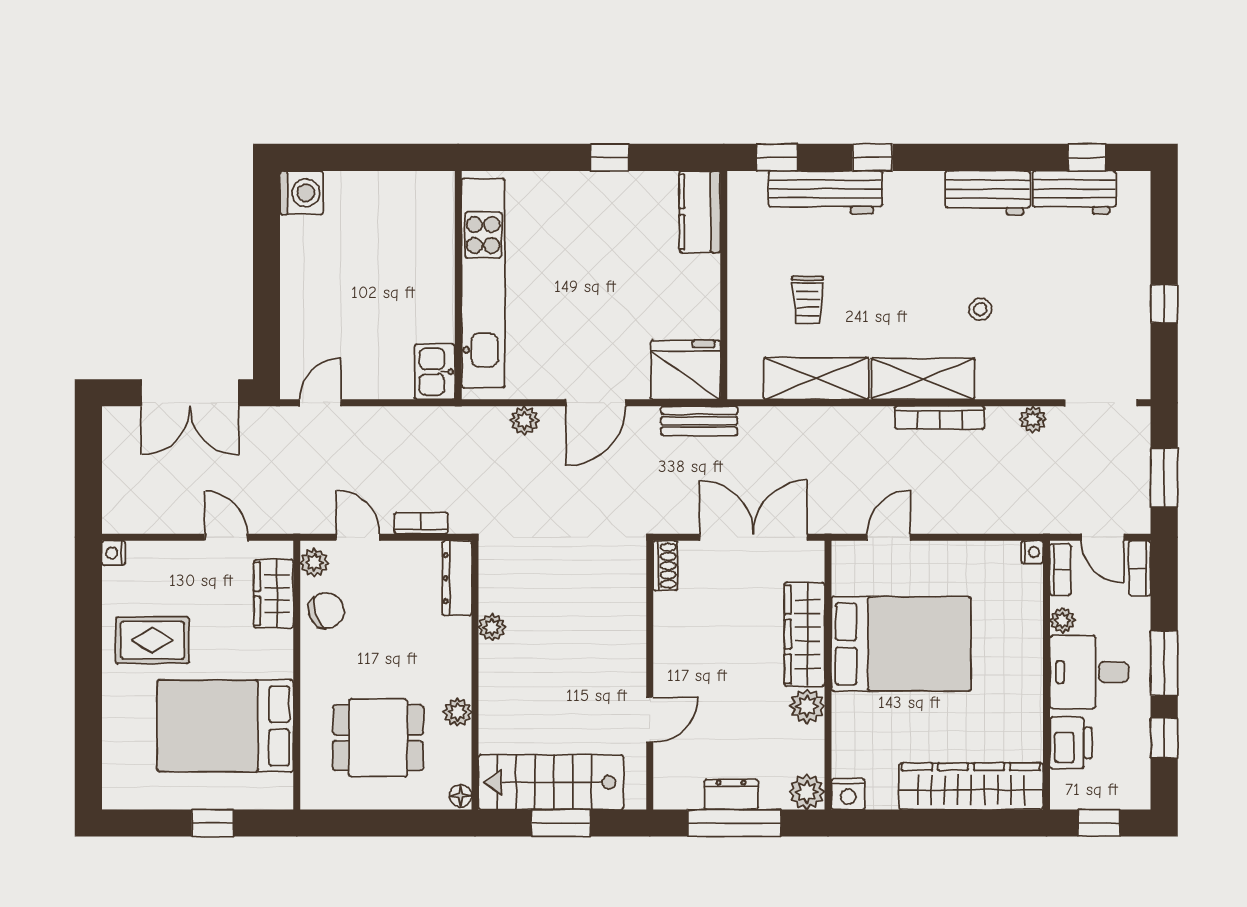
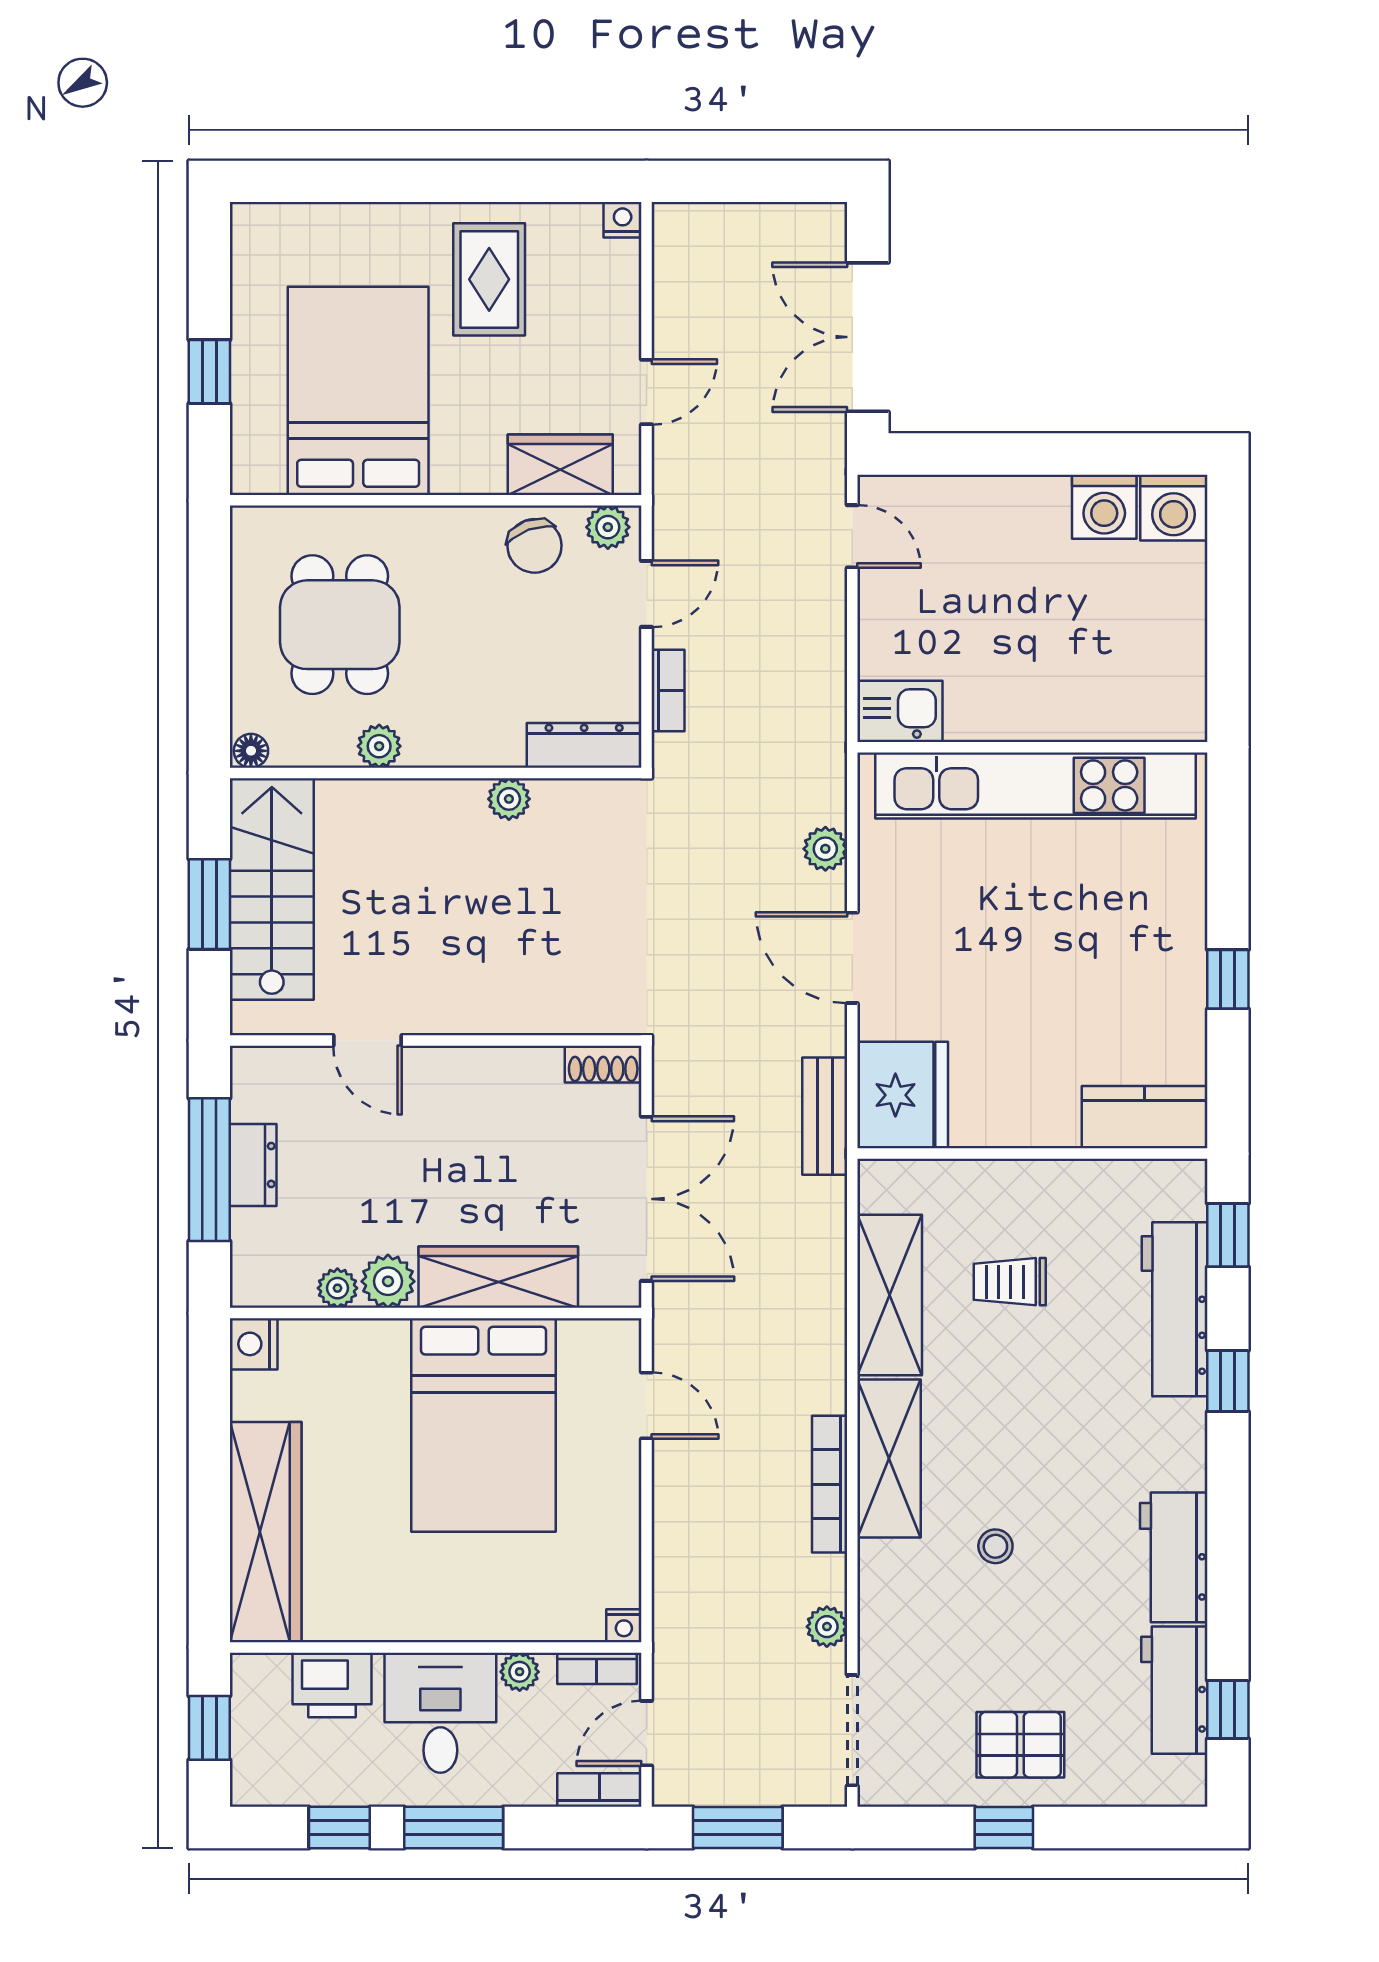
washing machine: (301, 238) -> (1104, 507), added
pallet: (1110, 293) -> (1020, 1745), added
plant: (807, 792) -> (337, 1288), moved, width x0.73, depth x0.73

